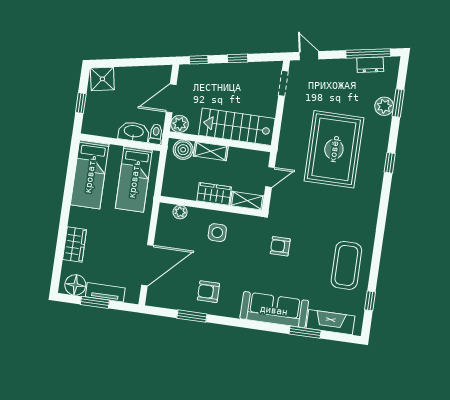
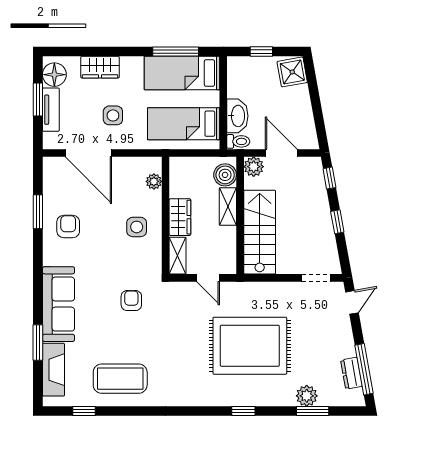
window: (70, 177) -> (176, 51), added
side table: (118, 239) -> (113, 115), added

